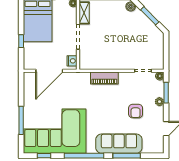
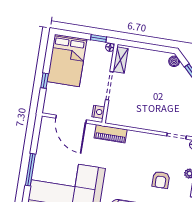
door: (49, 71) -> (71, 119), hinge flipped
piano: (104, 78) -> (111, 134), moved

